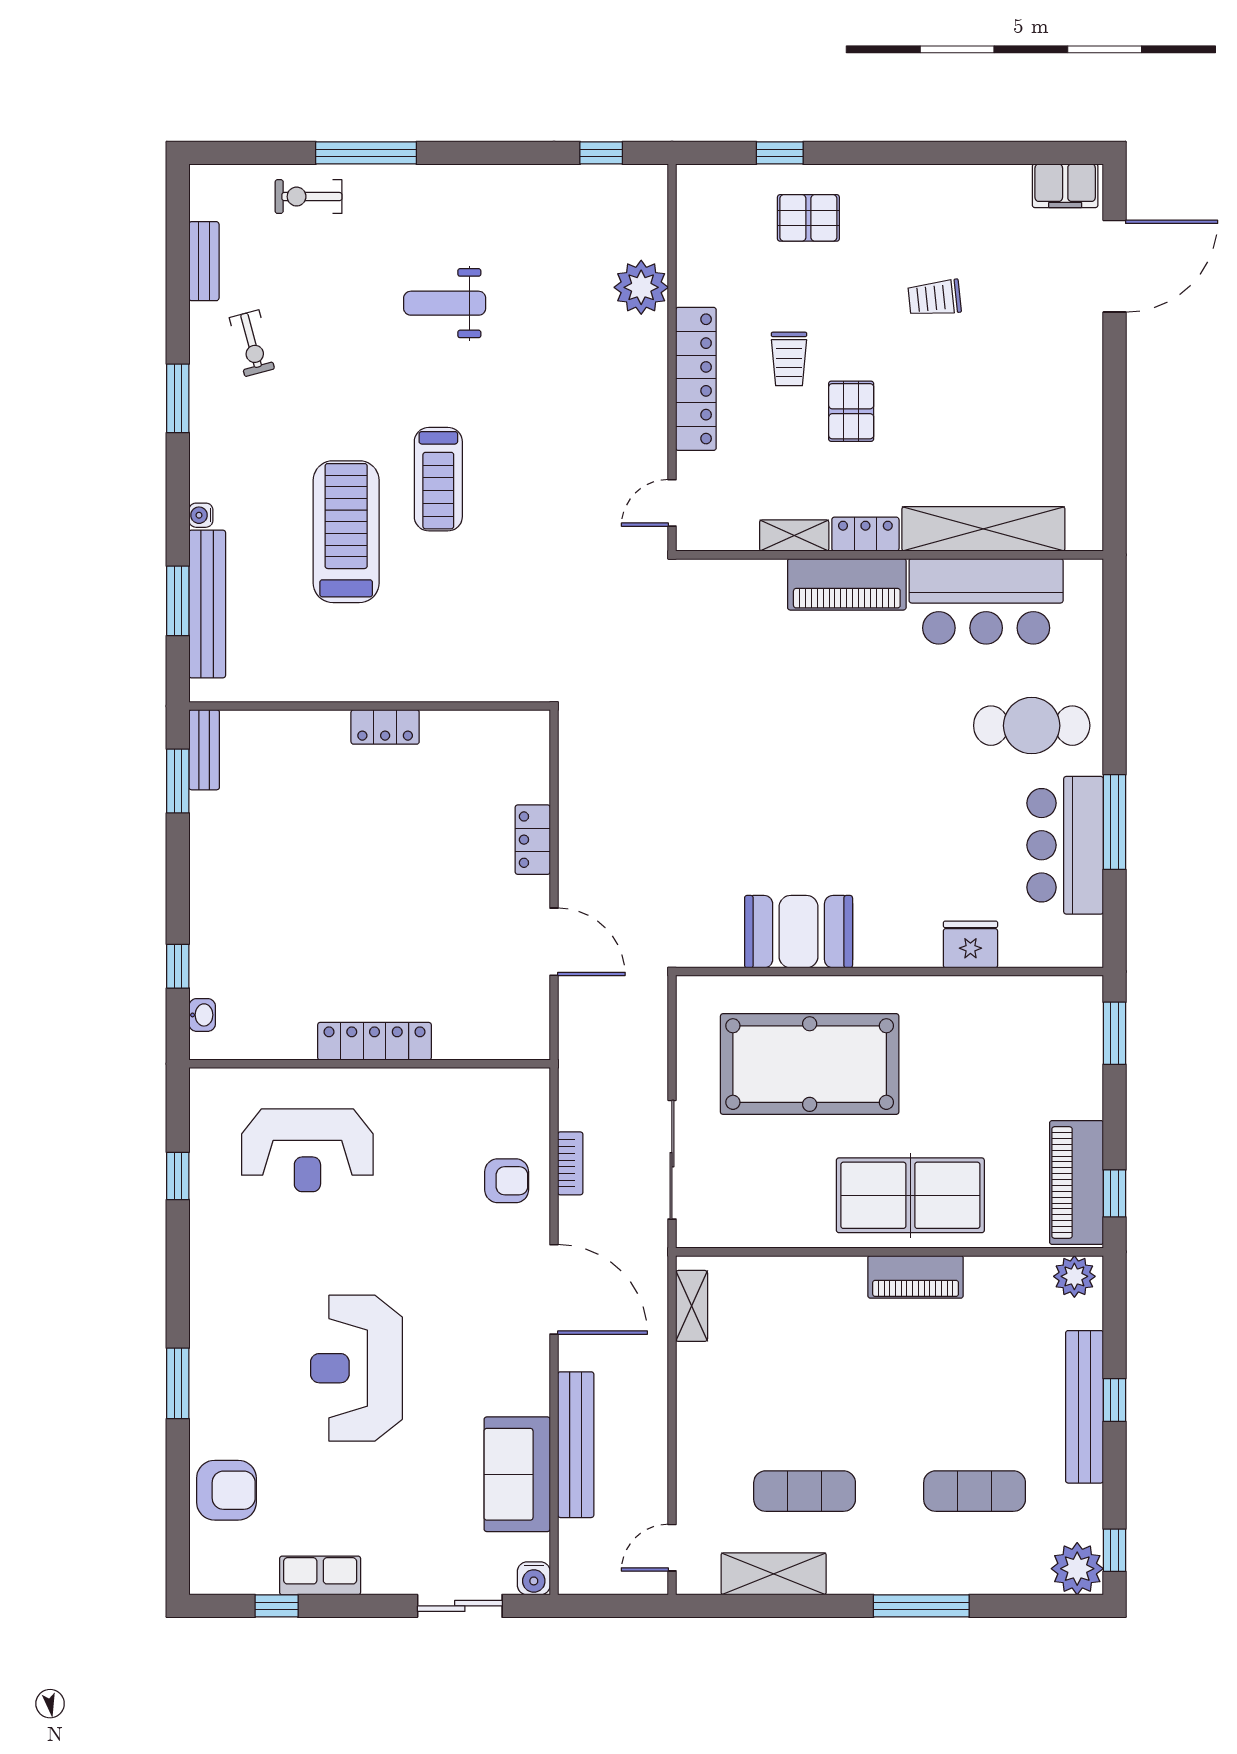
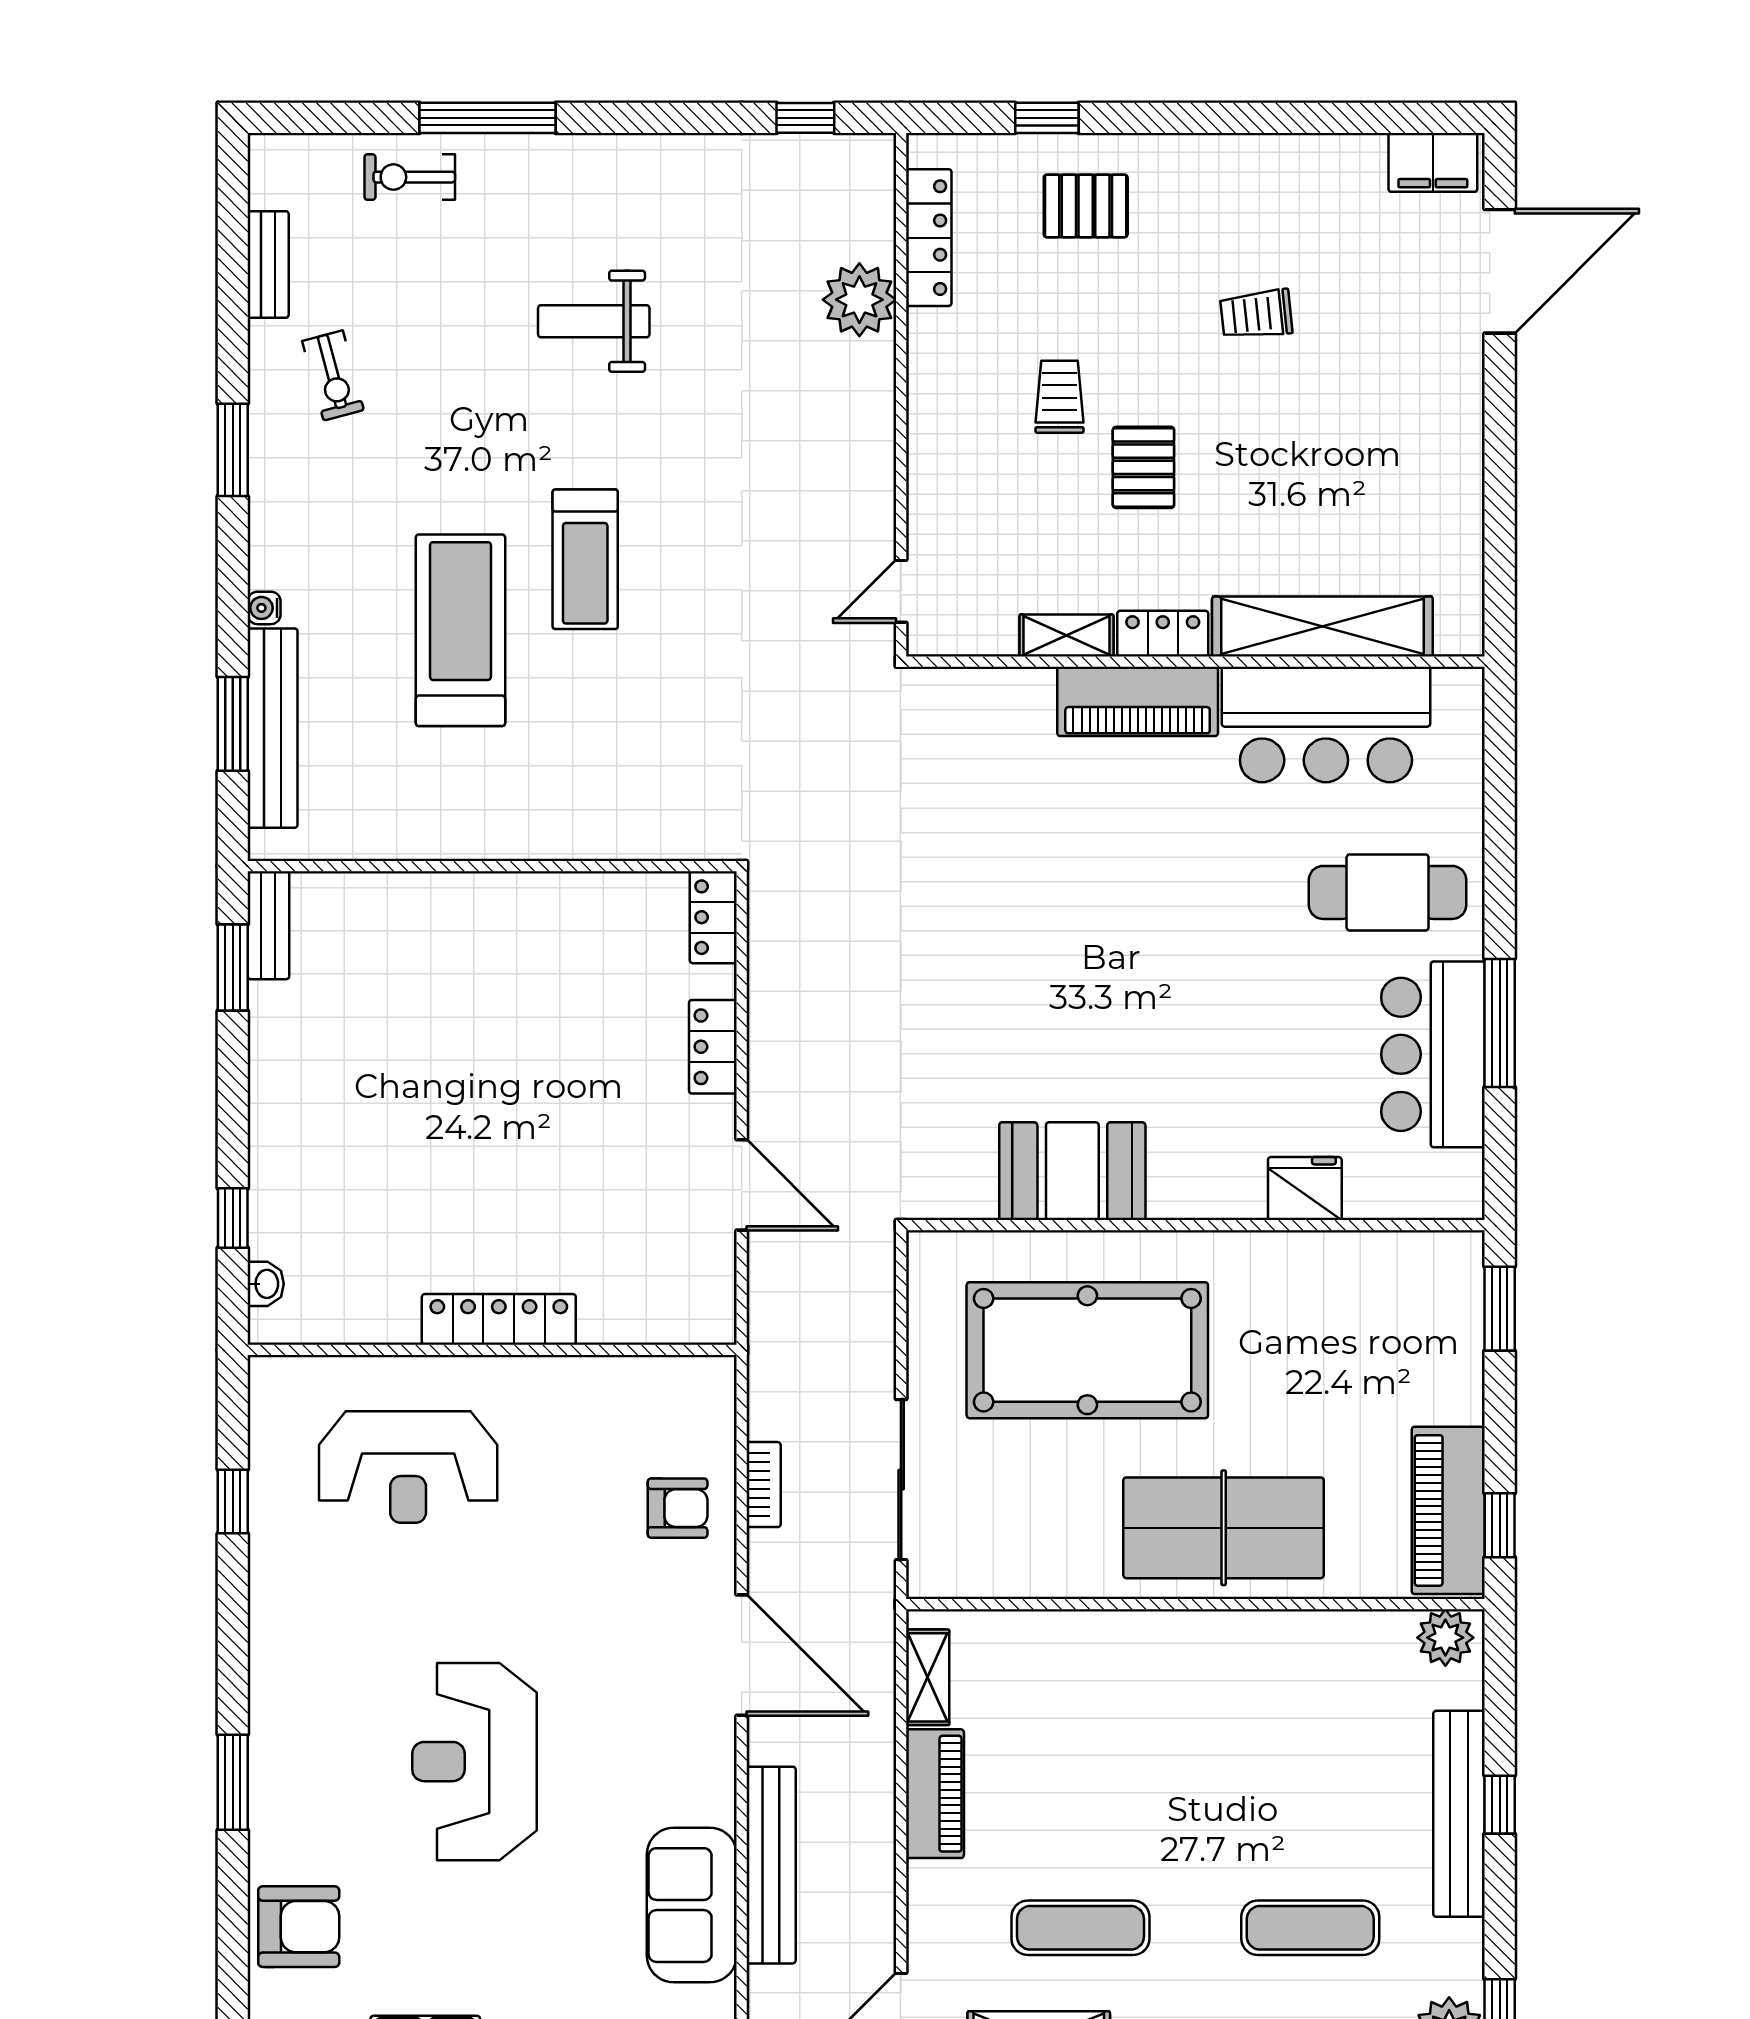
trolley: (789, 359) -> (1059, 397), turned 180
locker: (696, 379) -> (929, 238), moved, width x0.71, depth x0.83
locker: (385, 727) -> (713, 917), moved, turned 90
piano: (916, 1277) -> (935, 1794), moved, turned -90

